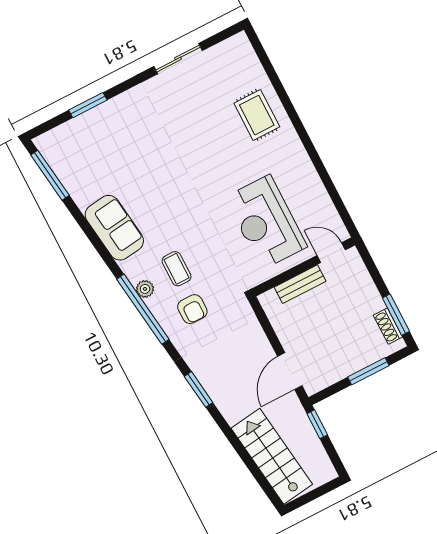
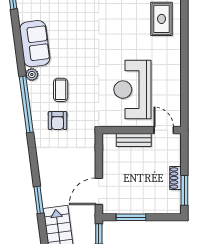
plant: (145, 289) -> (32, 75), moved
shoe rack: (388, 326) -> (175, 178), moved
window: (368, 371) -> (131, 217), moved
window: (199, 389) -> (39, 200), moved

